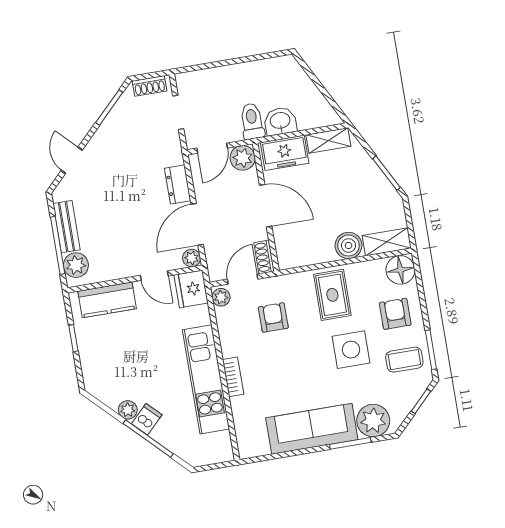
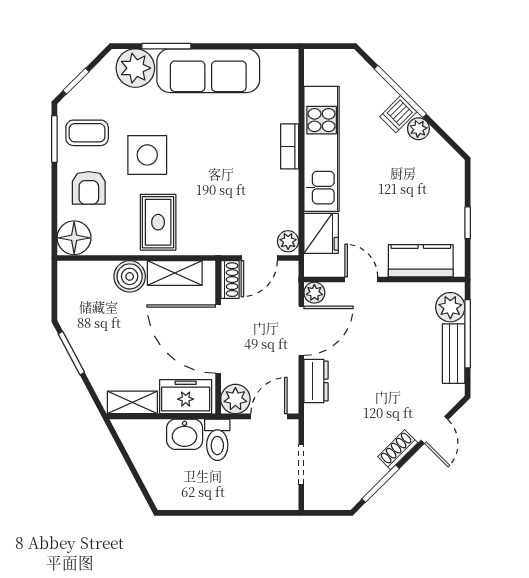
shoe rack: (149, 86) -> (398, 450), moved, turned -45
door: (266, 206) -> (218, 339), width x1.36
shelving: (387, 242) -> (175, 273), moved
fridge: (191, 289) -> (321, 233), moved
armchair: (273, 318) -> (231, 207), removed

